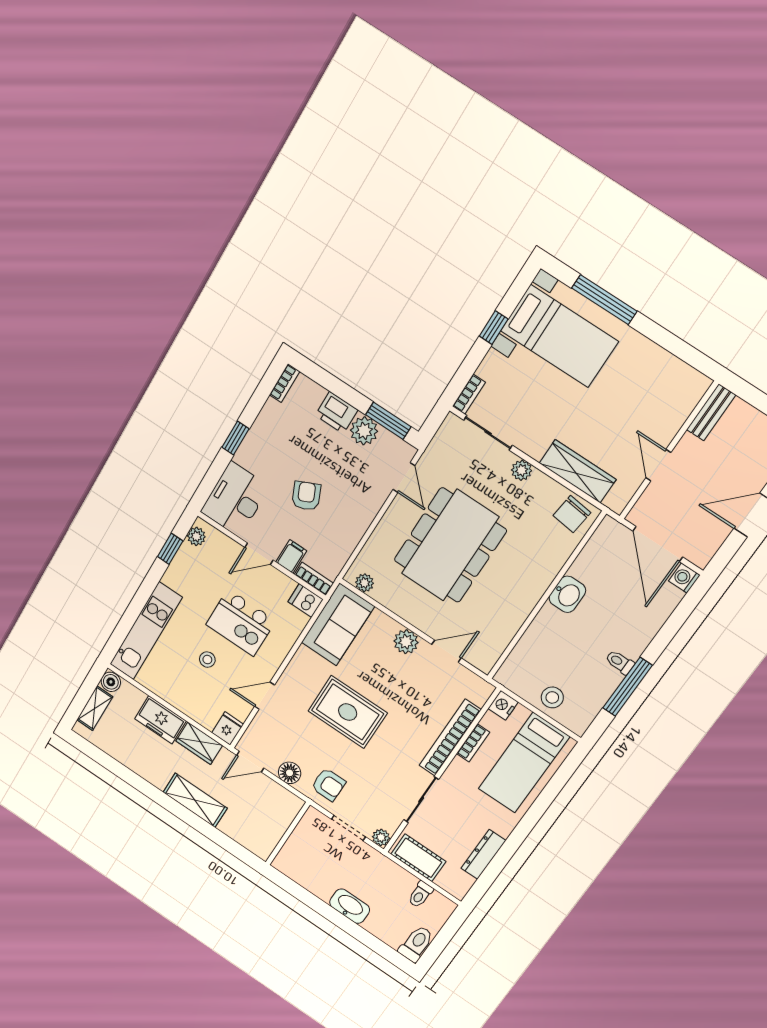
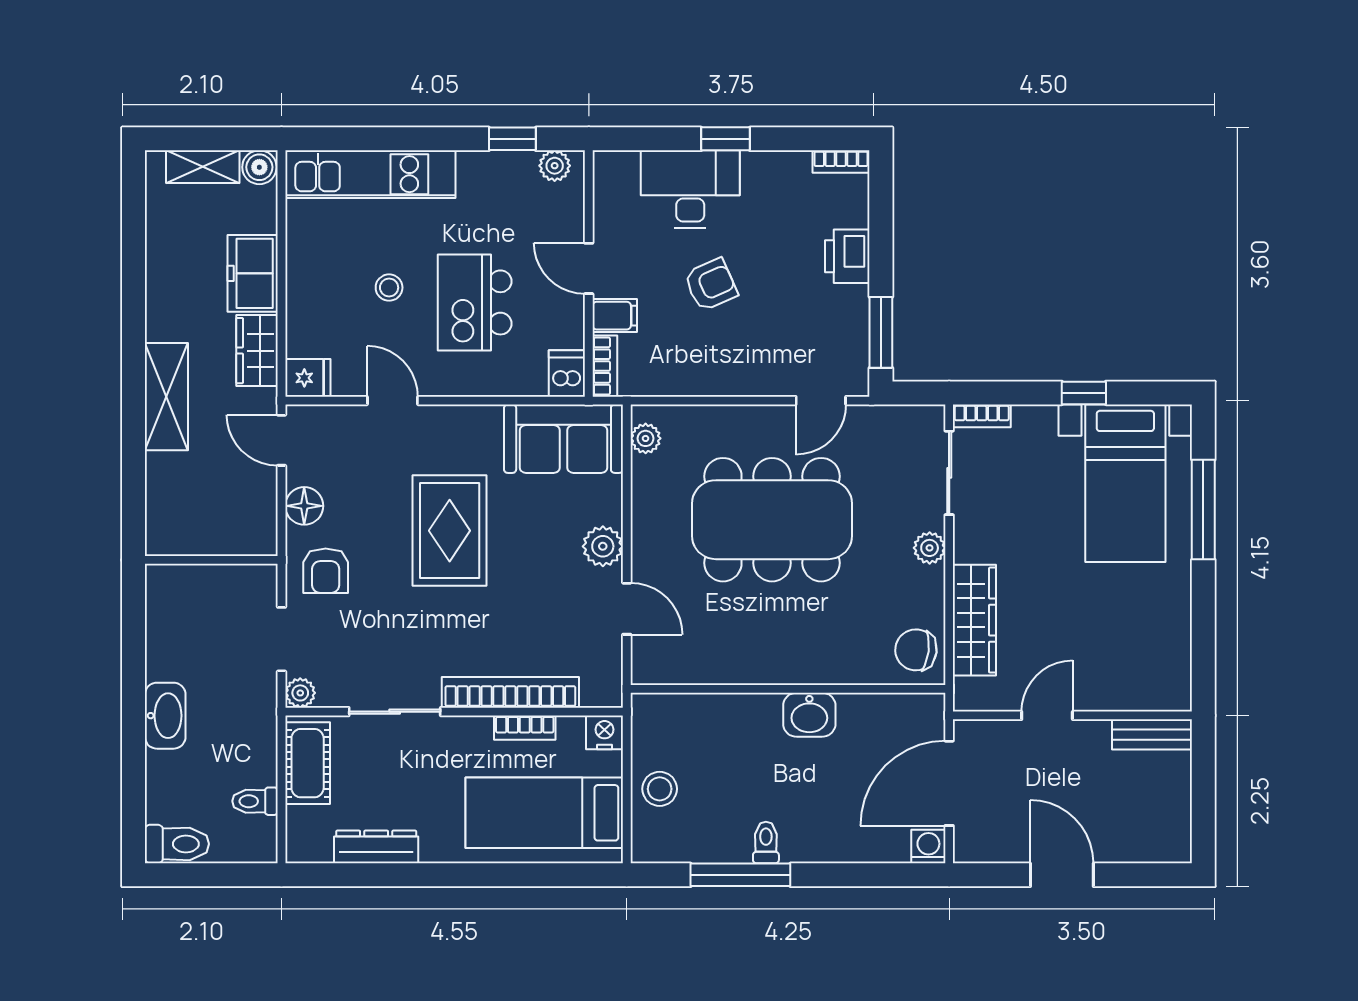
plant: (364, 431) -> (847, 308), removed
desk: (235, 499) -> (690, 189), moved

